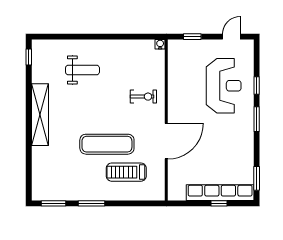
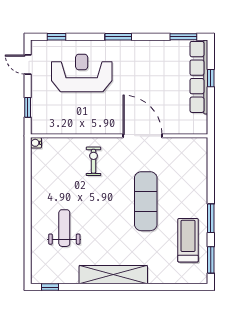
window: (257, 86) -> (56, 37), moved
treadmill: (126, 172) -> (188, 240), moved, turned 180

